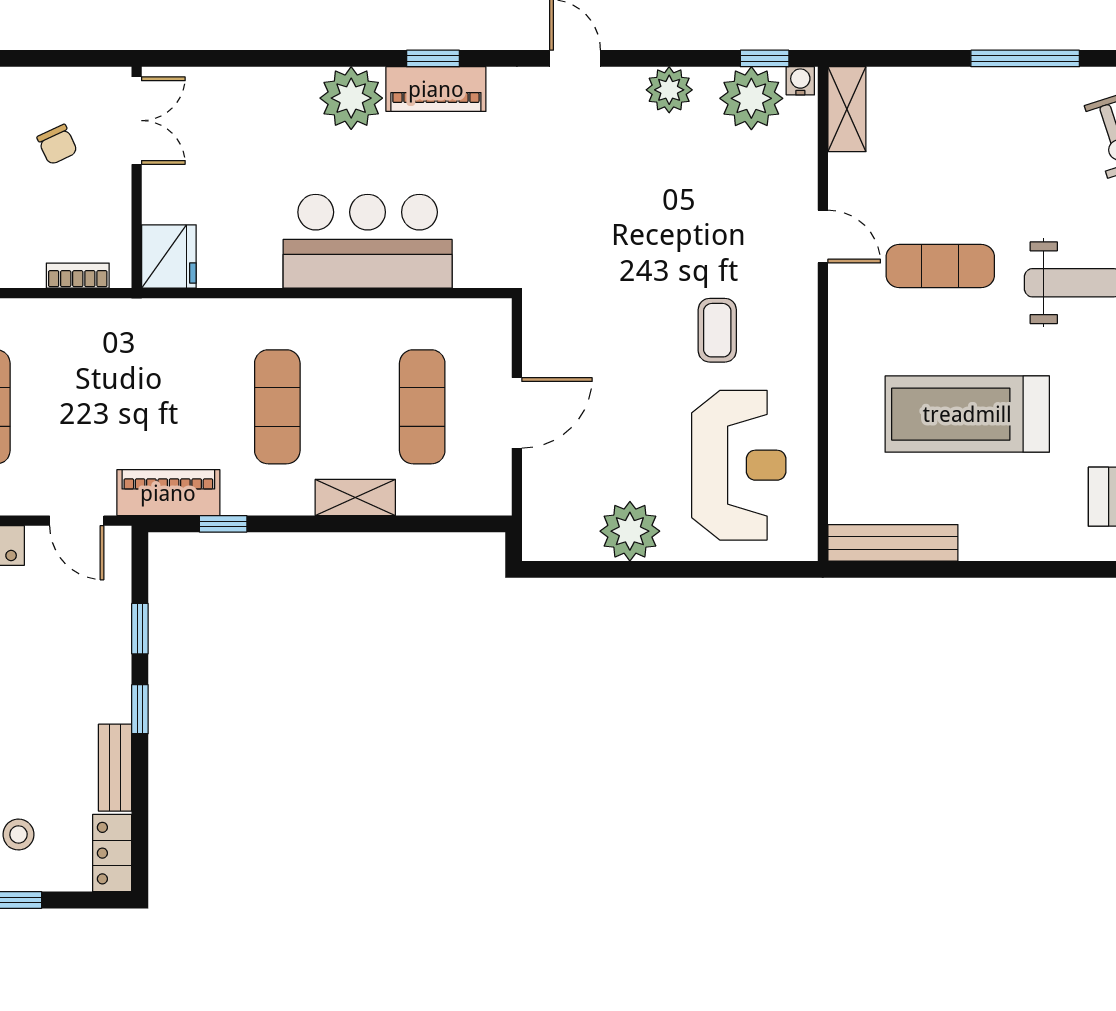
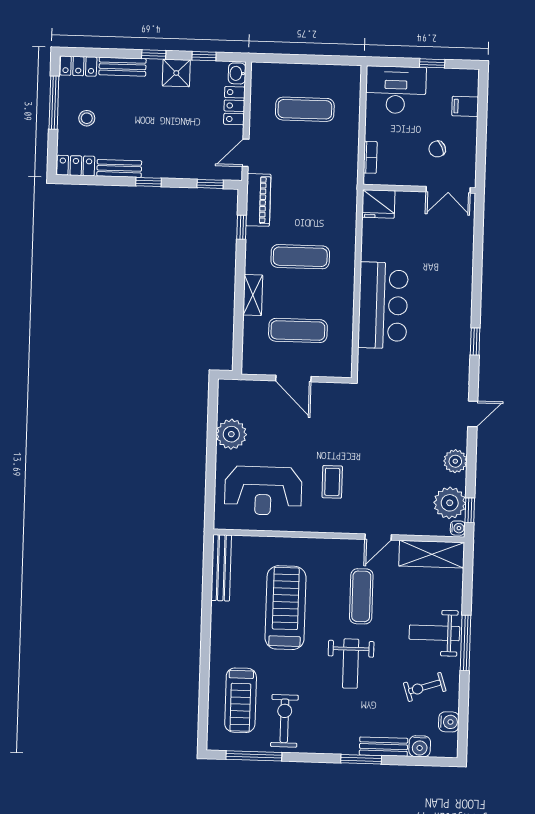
piano: (436, 89) -> (459, 343), removed
plant: (351, 98) -> (456, 299), removed
shelving: (847, 109) -> (432, 554), width x1.50, depth x1.33
weight bench: (1007, 120) -> (434, 633), added
coffee table: (717, 330) -> (332, 482), turned 90
window: (140, 629) -> (210, 184), moved

